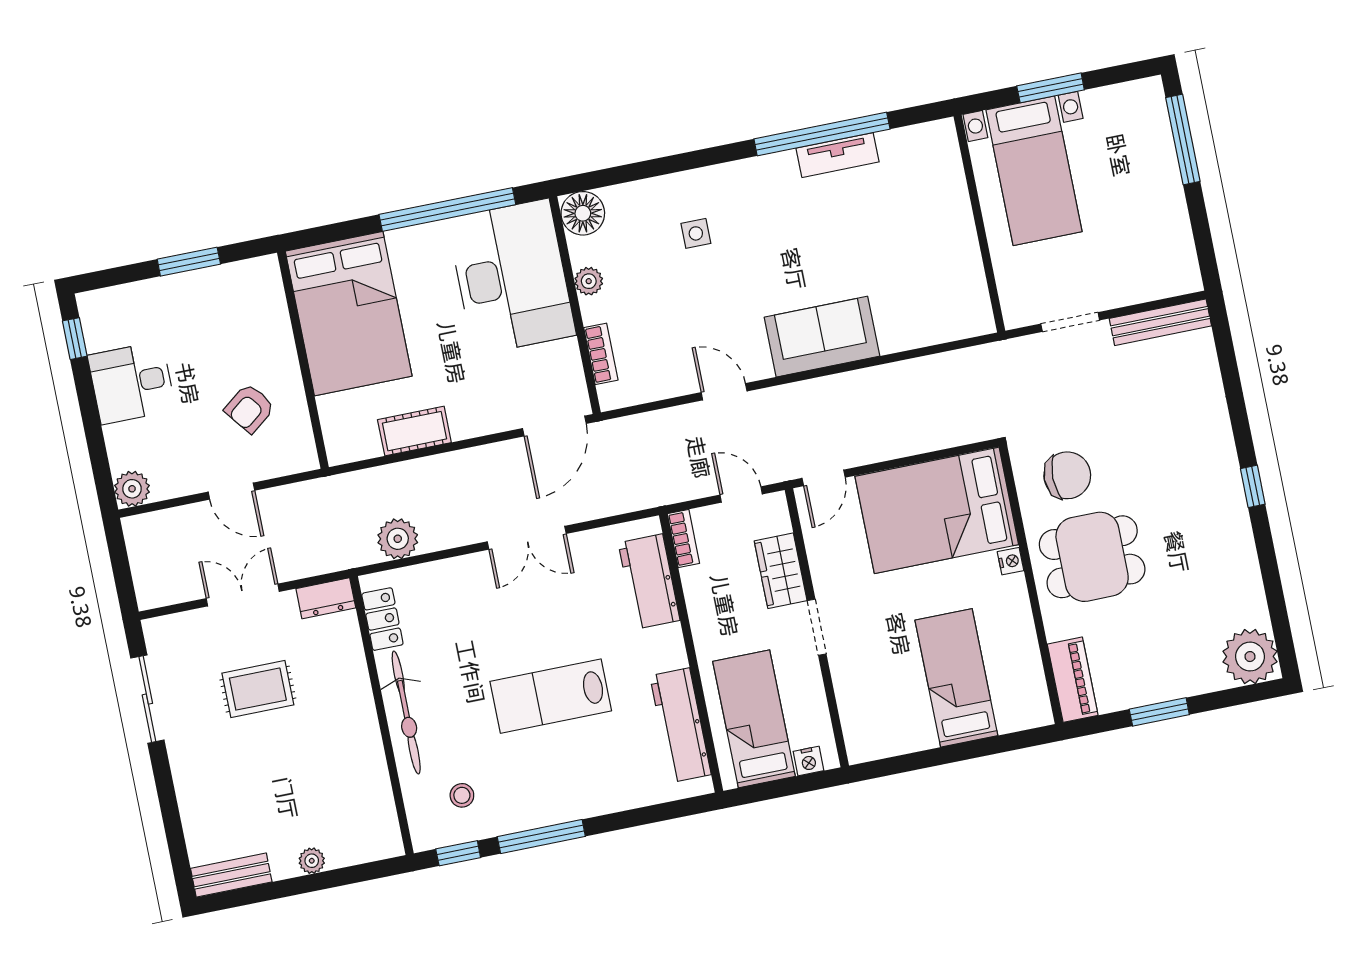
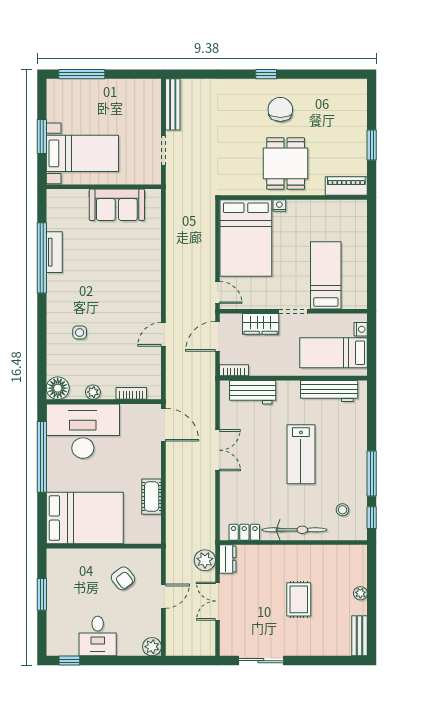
sofa: (822, 337) -> (117, 205), moved, turned -90
chair: (1067, 475) -> (280, 109), moved
door: (741, 494) -> (218, 336), width x1.38
plant: (398, 539) -> (205, 560), moved
plant: (1250, 657) -> (353, 93), removed
bed: (956, 678) -> (326, 275), moved, turned 90
rug: (258, 689) -> (299, 599), moved

